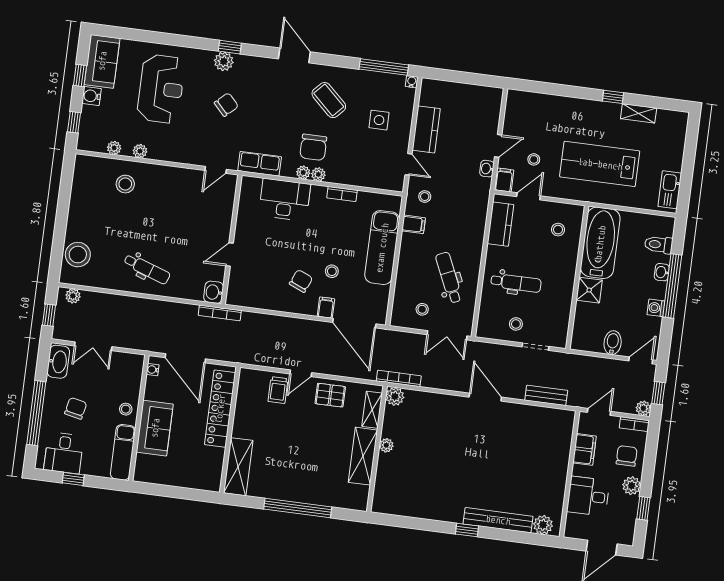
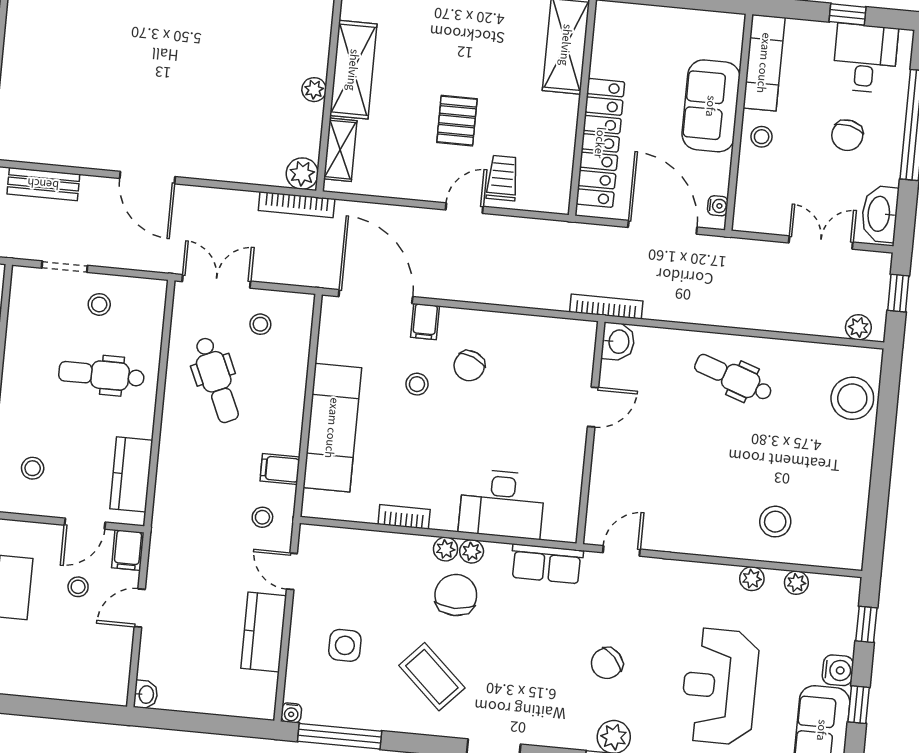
washbasin: (487, 169) -> (146, 695), moved
pallet: (330, 395) -> (457, 121), moved, turned 90

